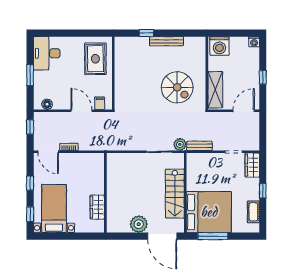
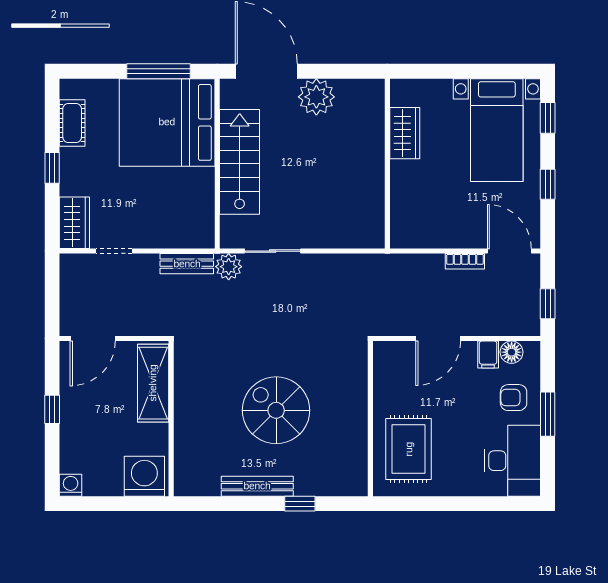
armchair: (46, 83) -> (514, 398), added
spiral stairs: (177, 87) -> (276, 410), moved
filing cabinet: (100, 103) -> (488, 355), moved
door: (82, 111) -> (438, 338), hinge flipped

